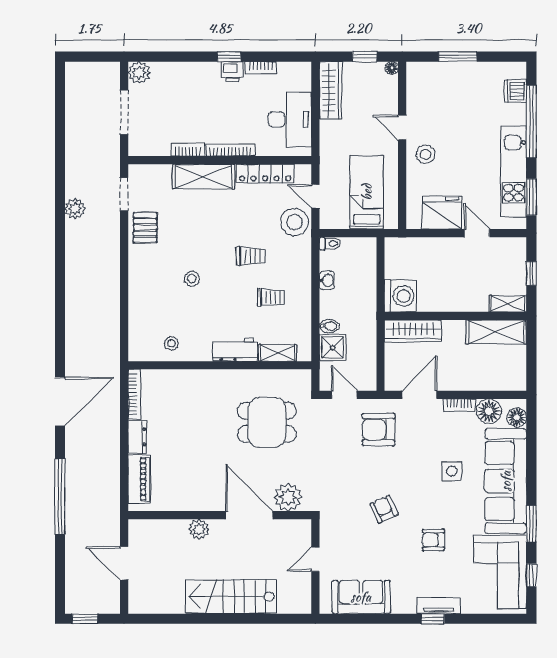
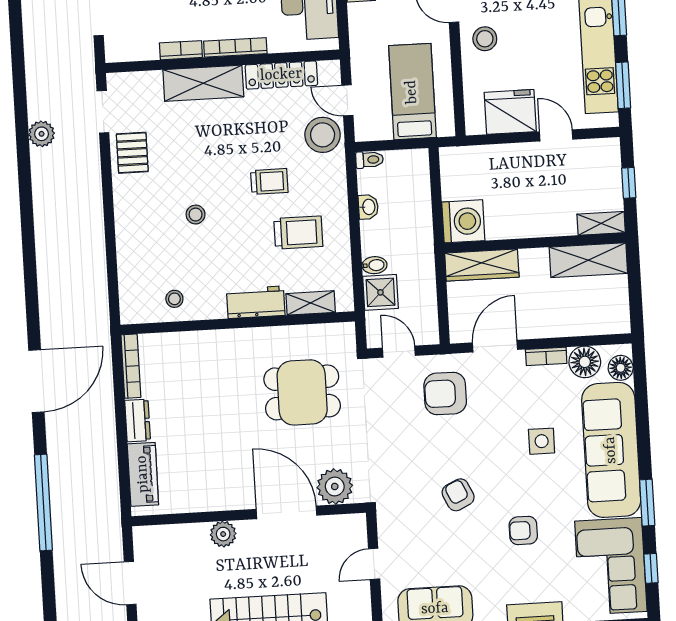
trolley: (271, 297) -> (298, 233), width x1.36, depth x1.39

